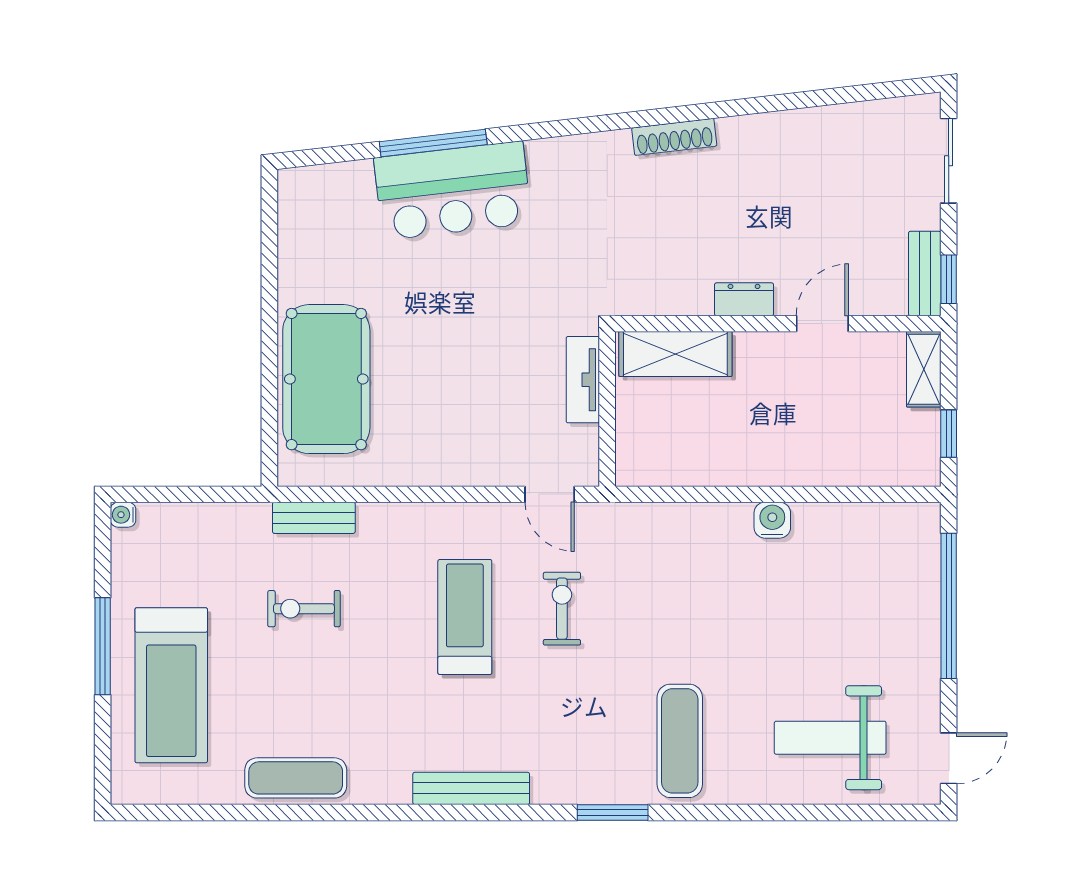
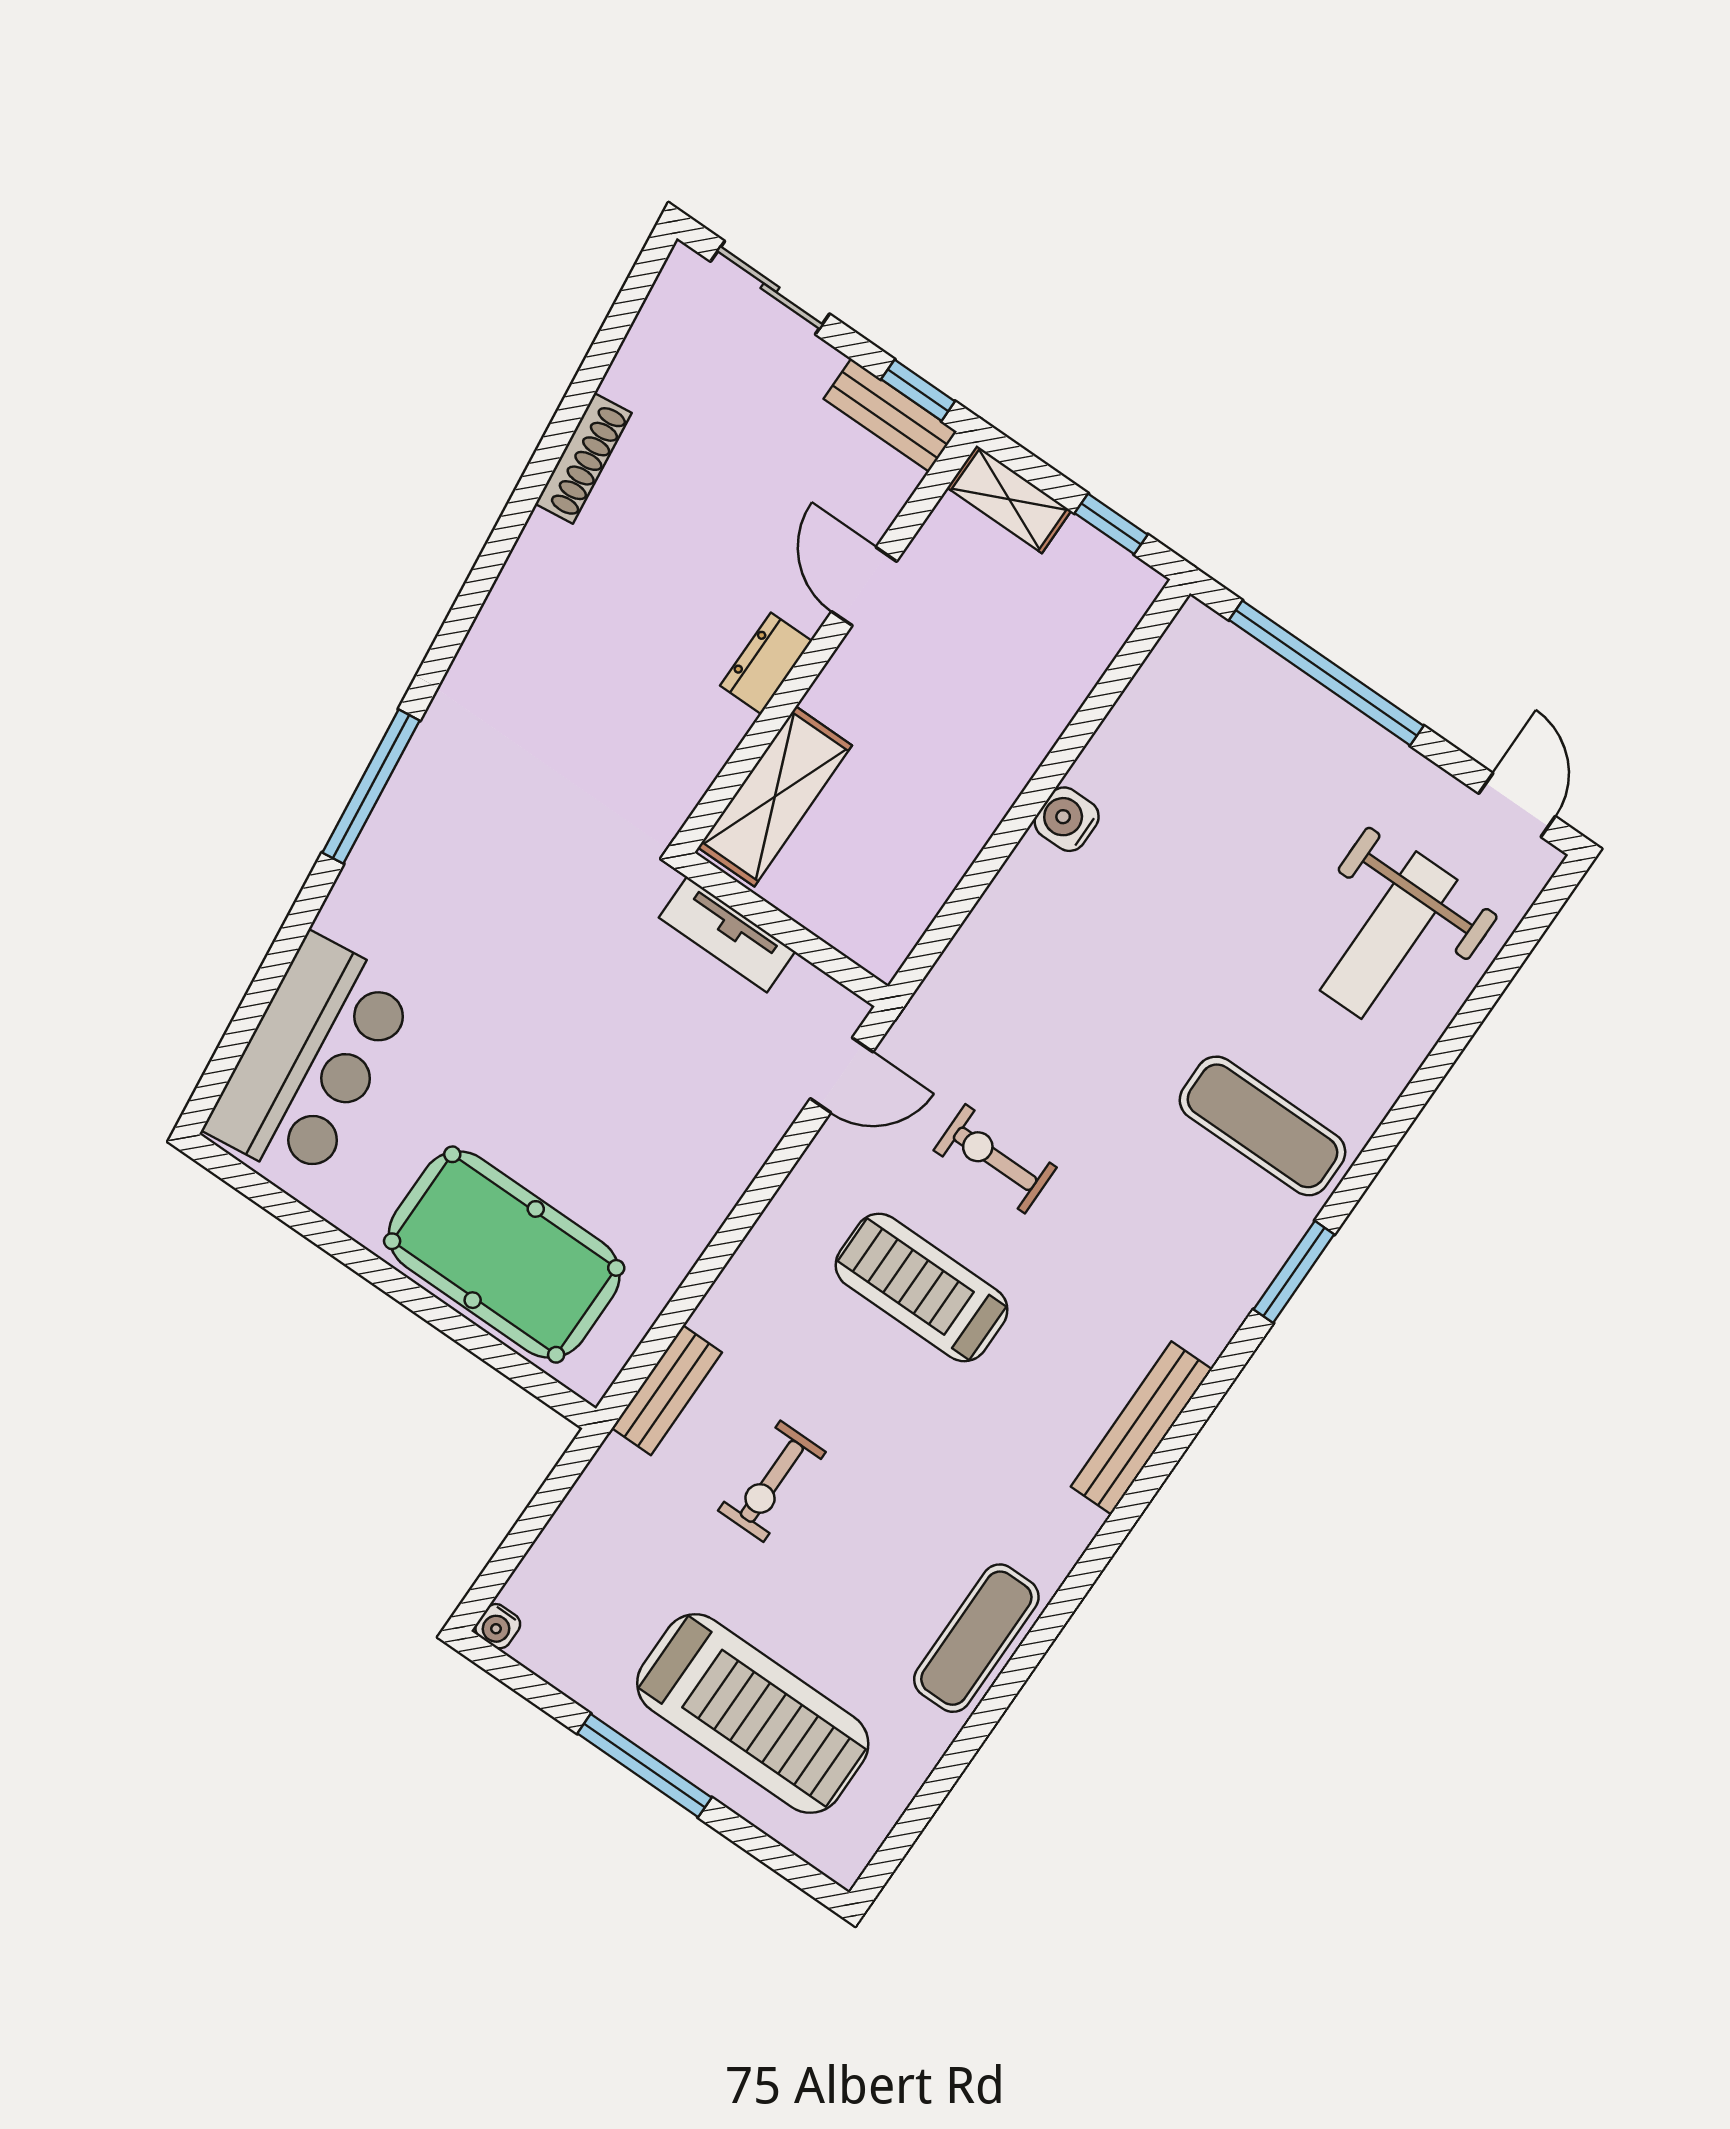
shoe rack: (674, 137) -> (583, 458), moved
window: (433, 143) -> (371, 787), moved
bar counter: (453, 191) -> (311, 1060), moved

